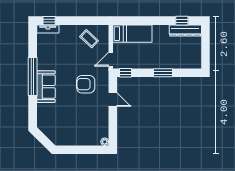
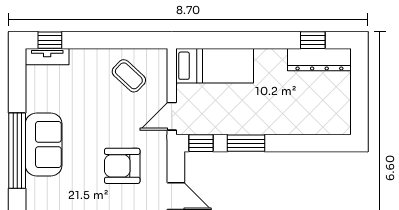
window: (163, 73) -> (246, 143), moved
sofa: (46, 87) -> (44, 145), moved

